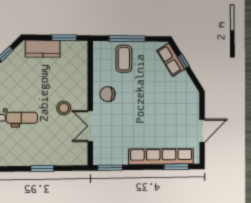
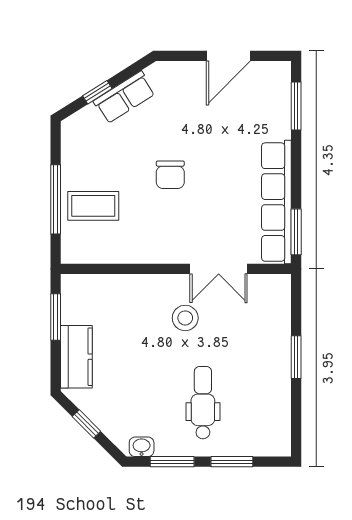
row of seats: (171, 60) -> (124, 97), moved
chair: (108, 94) -> (170, 175), moved
door: (202, 131) -> (228, 56), swing flipped
row of seats: (161, 157) -> (276, 202), moved

